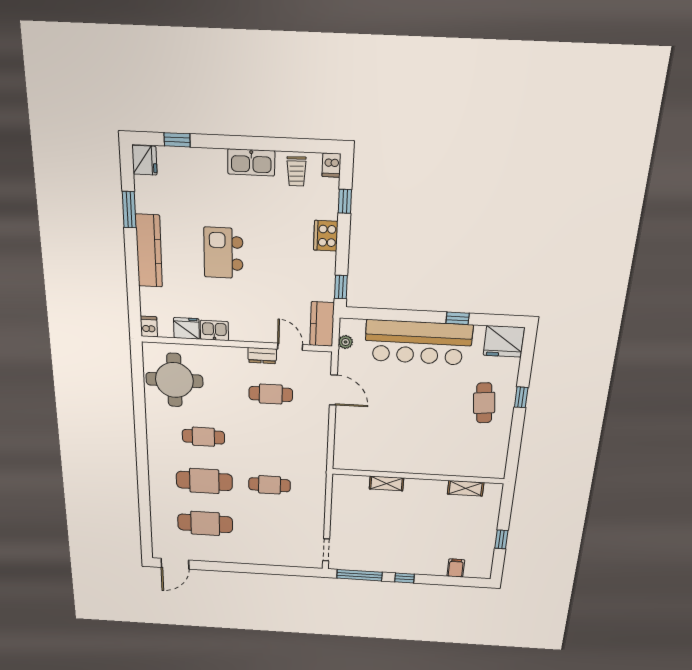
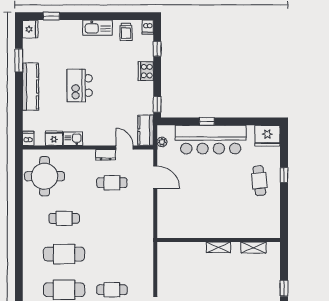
window: (458, 318) -> (207, 121), moved
shelving: (386, 483) -> (218, 247), moved
cafe table: (269, 485) -> (112, 290), moved

